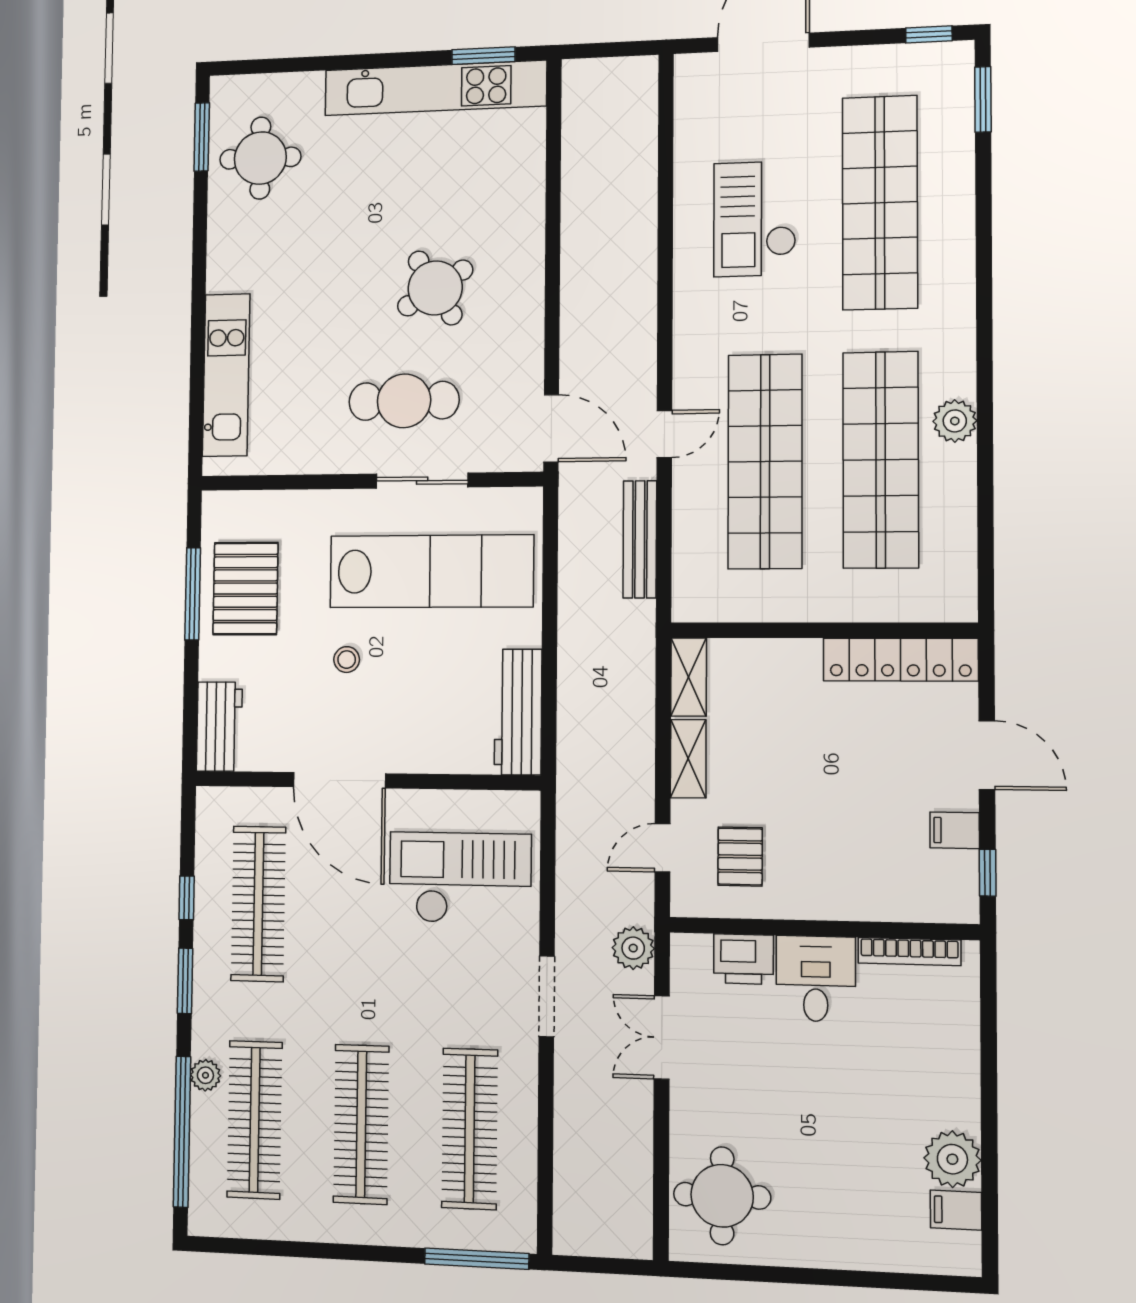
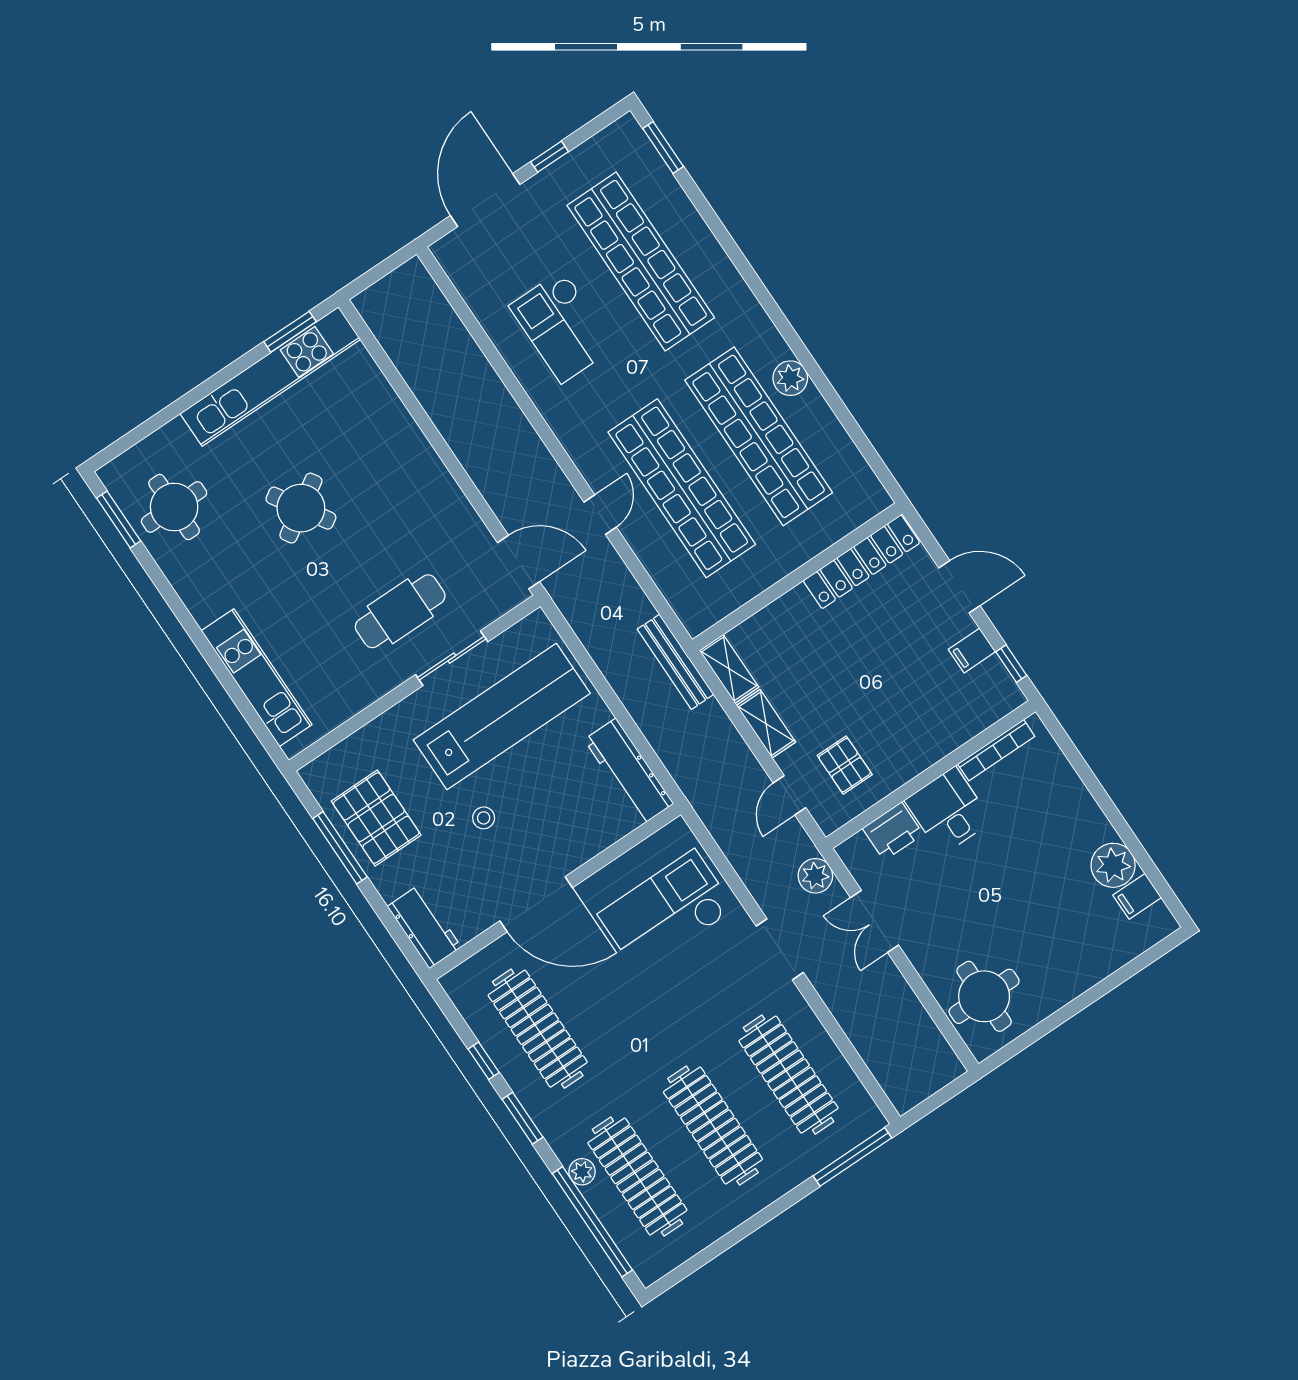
window: (929, 34) -> (550, 157), moved
round table: (435, 288) -> (301, 508), moved
bench: (640, 539) -> (675, 662), moved

